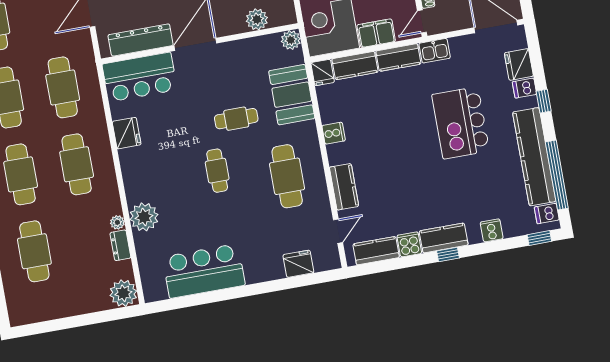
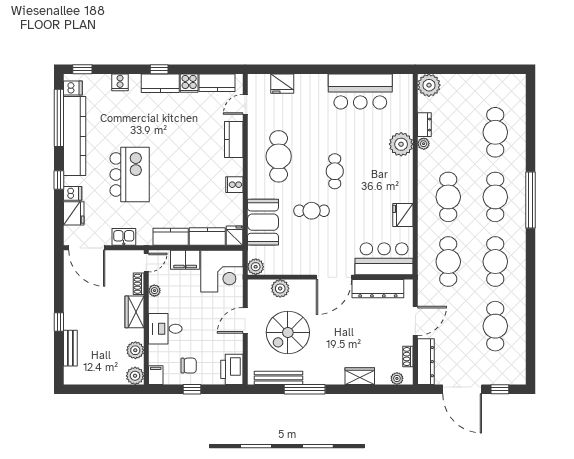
kitchen sink: (435, 51) -> (124, 237), moved

